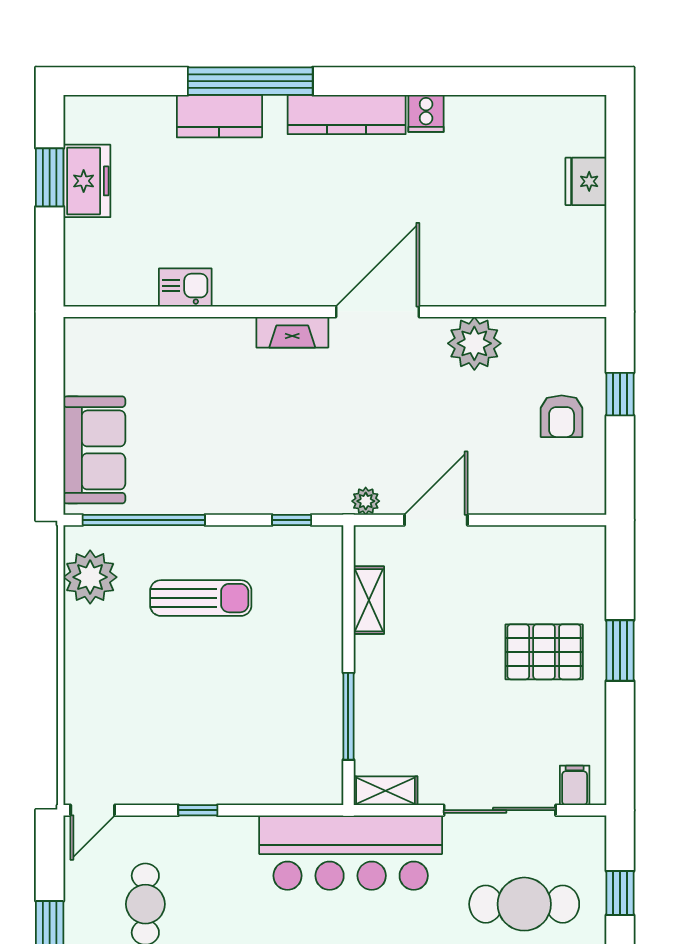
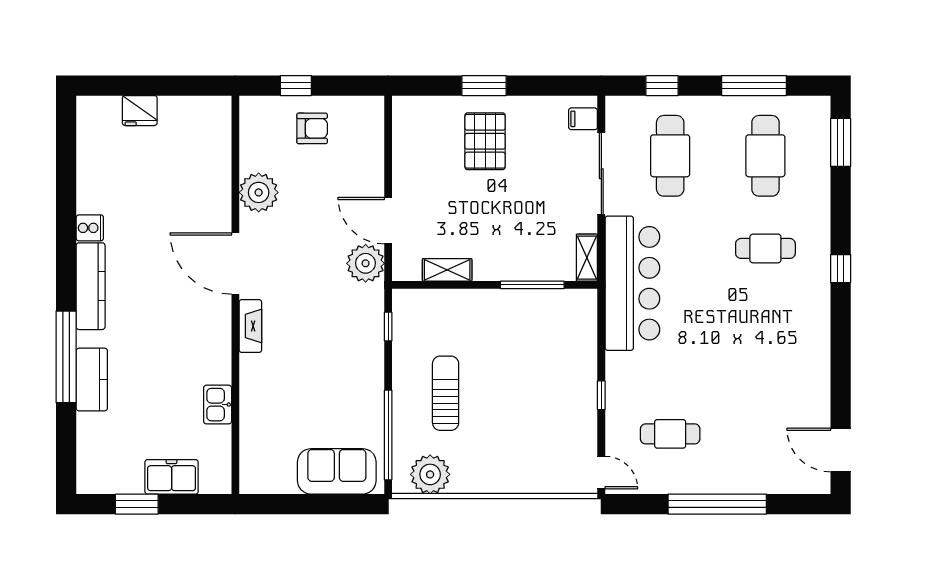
freezer: (87, 181) -> (172, 477), moved
plant: (366, 501) -> (366, 263), width x1.88, depth x1.88

